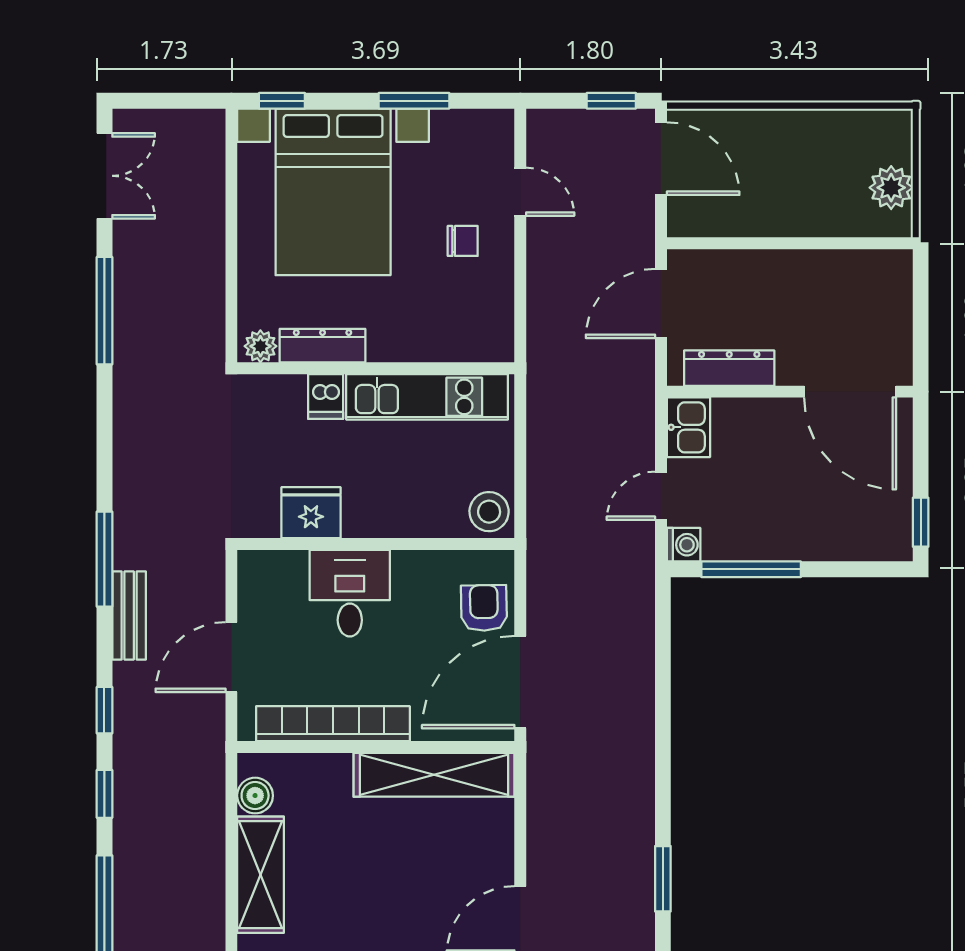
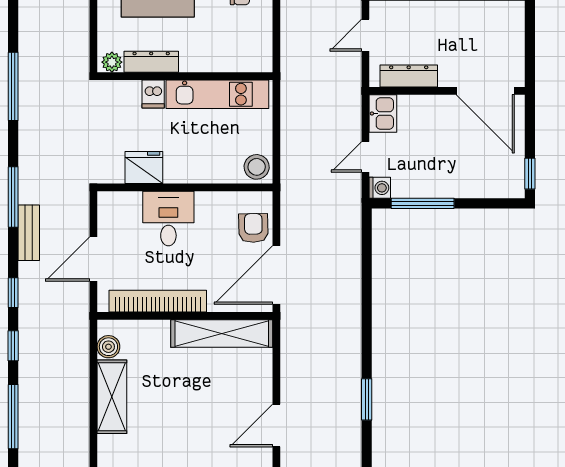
door: (661, 303) -> (365, 35), width x0.73
window: (104, 311) -> (13, 86), moved

